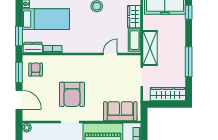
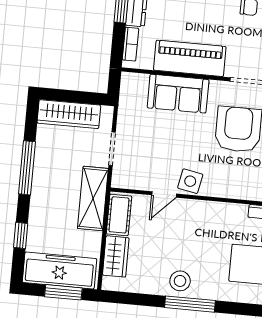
window: (189, 12) -> (21, 235), moved
side table: (96, 63) -> (190, 181), added
sofa: (120, 111) -> (178, 94), moved

